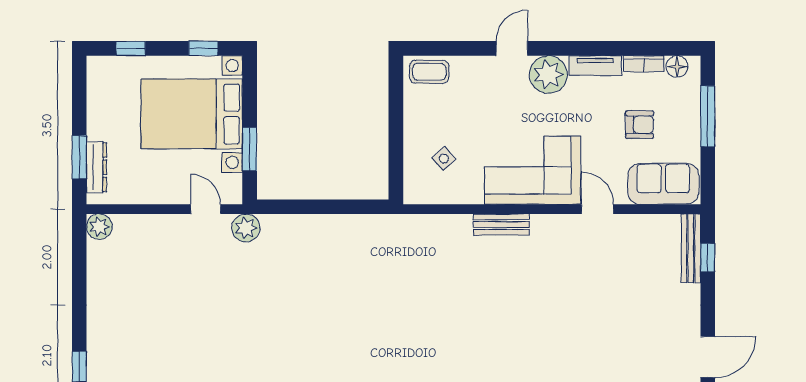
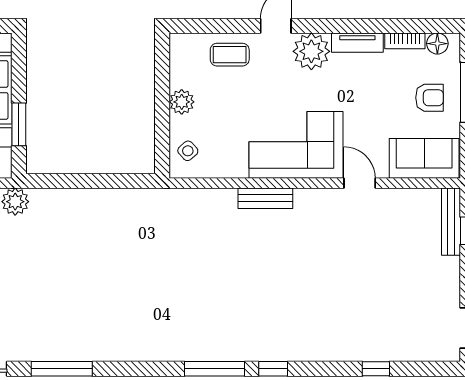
coffee table: (429, 72) -> (230, 55), moved
armchair: (640, 125) -> (429, 98), moved
plant: (416, 126) -> (182, 102), added
side table: (444, 158) -> (188, 151), moved

